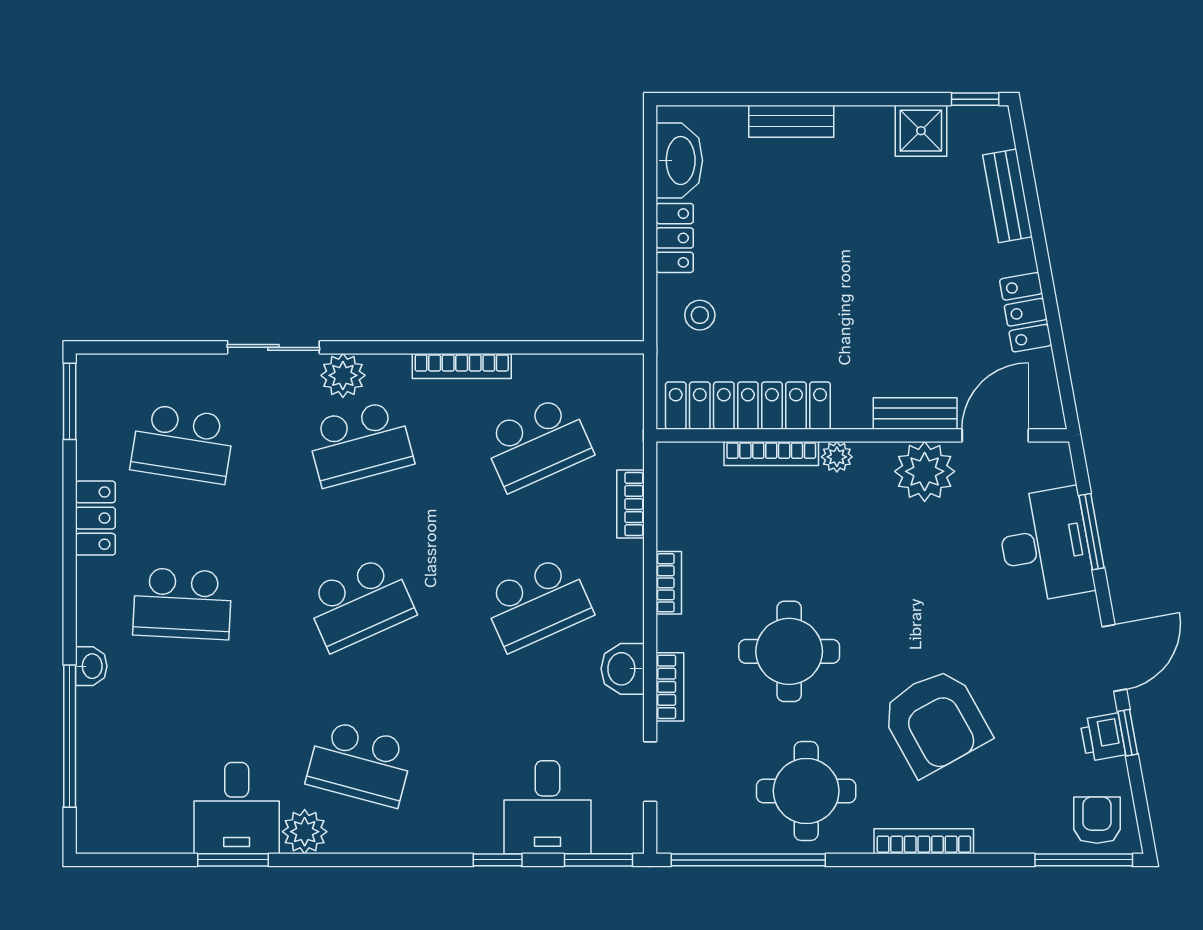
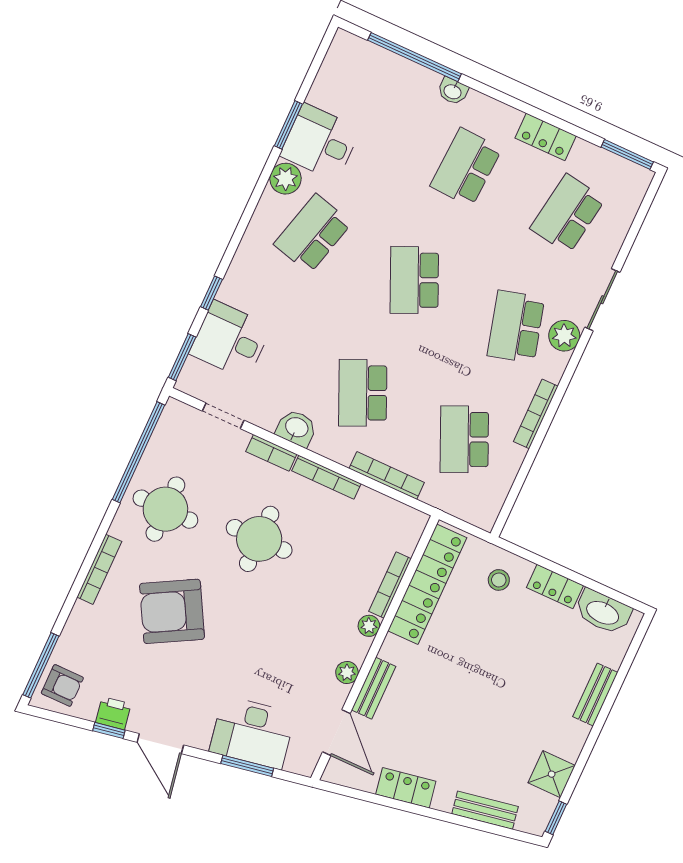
plant: (925, 471) -> (347, 673), width x0.53, depth x0.53
bookcase: (631, 504) -> (387, 475), width x1.56
bookcase: (669, 583) -> (326, 477), width x1.56

